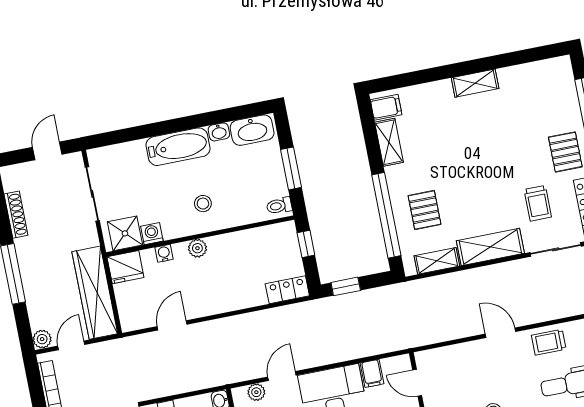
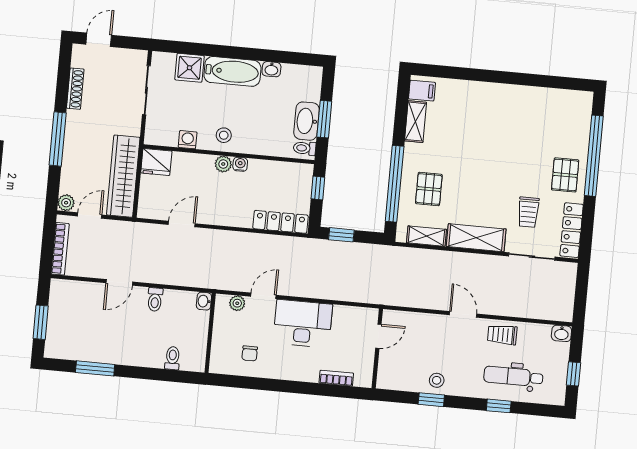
shelving: (475, 83) -> (505, 93), removed
washbasin: (252, 130) -> (307, 121), moved, turned 90
door: (47, 151) -> (99, 40), moved
stool: (203, 204) -> (224, 135), moved
shower: (125, 233) -> (190, 68), moved
water cooler: (164, 253) -> (240, 164), moved
locker: (287, 290) -> (281, 222), width x1.53
filing cabinet: (372, 373) -> (342, 317), removed
door: (417, 383) -> (378, 336), swing flipped

